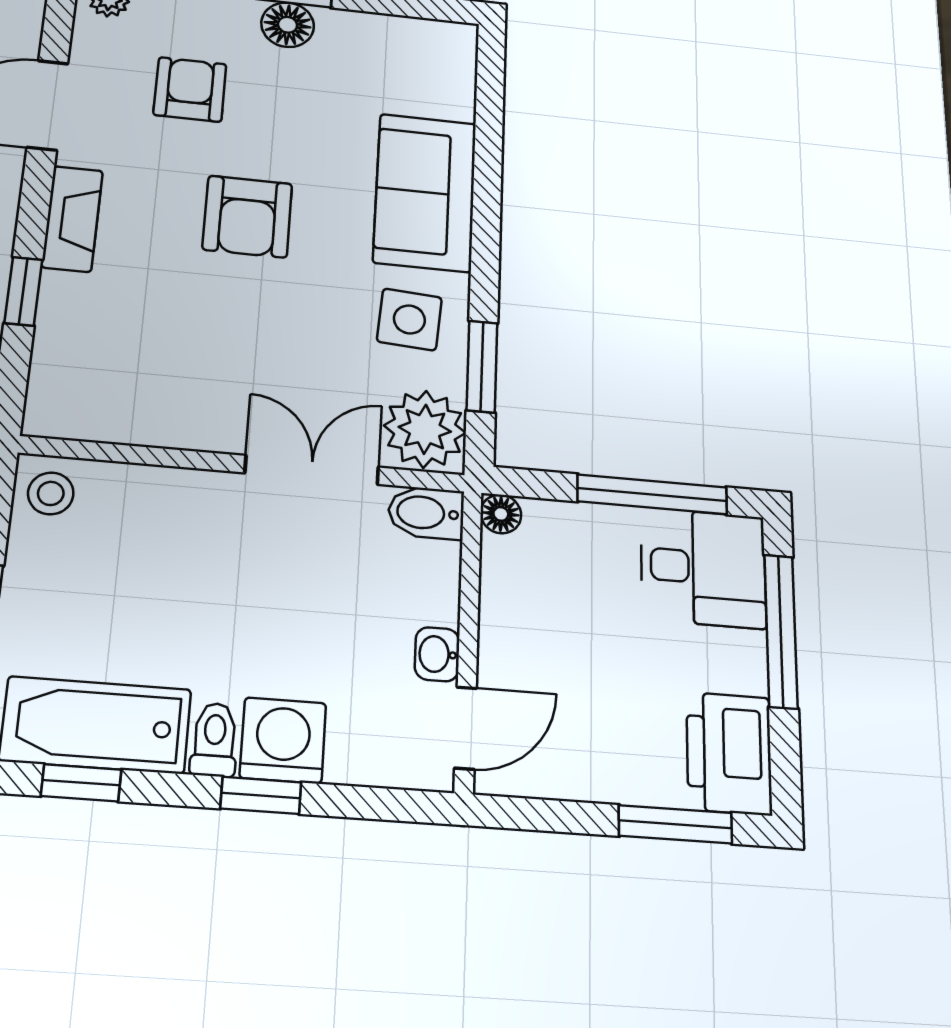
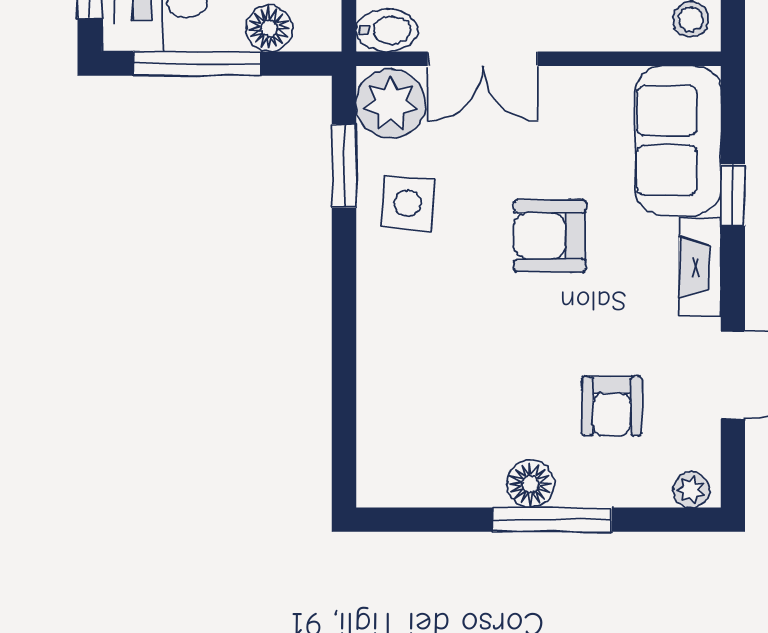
sofa: (425, 192) -> (678, 140), moved, turned 180
armchair: (247, 217) -> (550, 236), moved, turned -90
floor lamp: (501, 514) -> (269, 28), moved, width x1.37, depth x1.37

